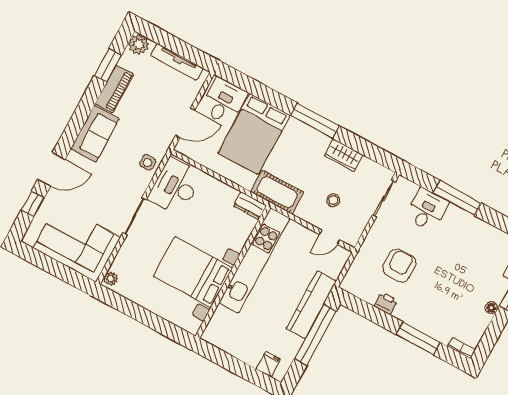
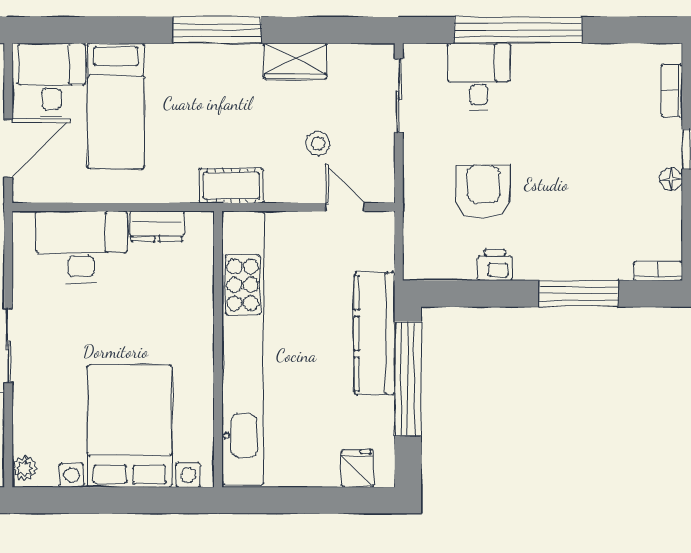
bed: (254, 134) -> (116, 106), width x0.67
desk: (175, 186) -> (81, 247), moved, turned 90
cot: (277, 192) -> (231, 186), width x0.73, depth x0.75
window: (457, 198) -> (518, 30), width x1.46
dresser: (250, 206) -> (157, 226), moved
door: (330, 237) -> (345, 207), swing flipped
kitchen unit: (254, 260) -> (243, 348), width x1.36
bed with nightstands: (193, 272) -> (130, 426), moved, turned 90

